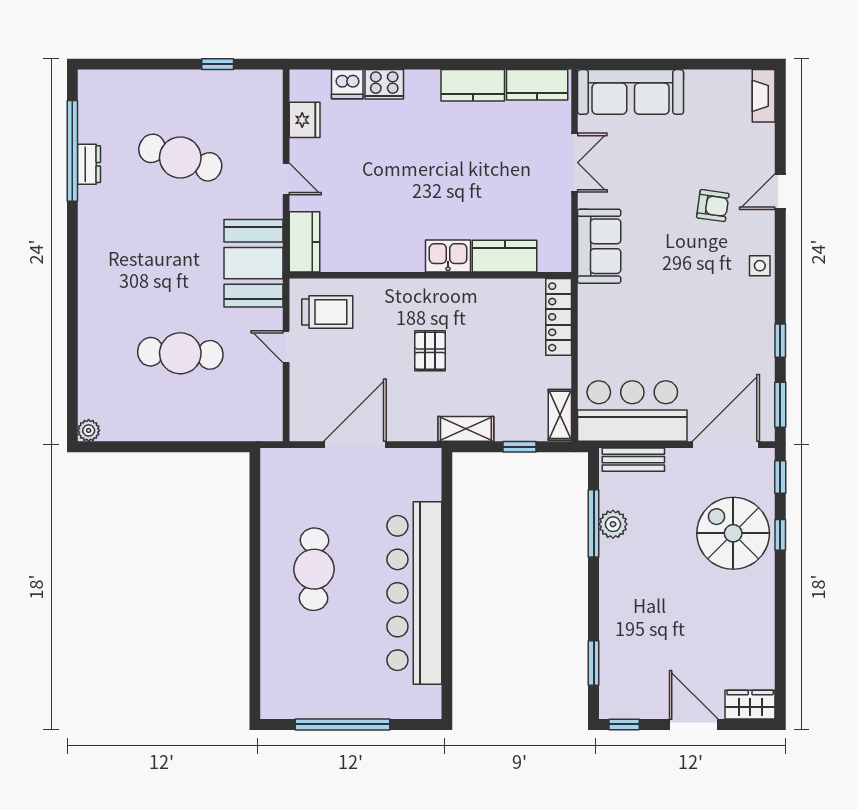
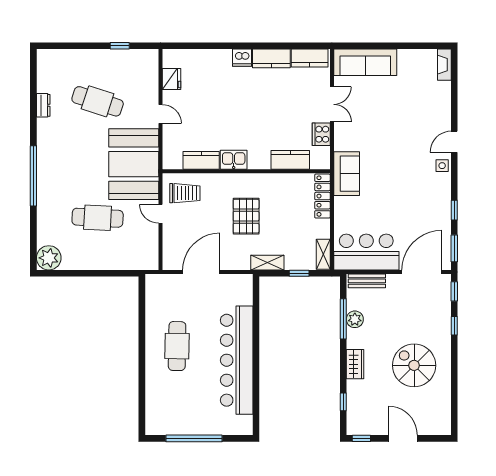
dishwasher: (347, 84) -> (242, 58), moved
cooker: (384, 84) -> (321, 134), moved, turned 90
window: (72, 151) -> (33, 176), moved
door: (780, 192) -> (454, 142), moved
armchair: (713, 206) -> (414, 130), removed
kitchen counter: (304, 242) -> (201, 160), moved, turned -90
sofa: (599, 246) -> (347, 174), moved
kitchen sink: (448, 256) -> (234, 160), moved
booth: (254, 263) -> (134, 164), width x1.36, depth x1.42
pallet: (430, 351) -> (246, 216), width x1.50, depth x1.42
plant: (89, 430) -> (49, 258), width x1.87, depth x1.87
spiral stairs: (733, 533) -> (414, 365), moved
window: (594, 663) -> (343, 402), width x0.67
wardrobe: (750, 705) -> (355, 364), moved, turned 90

